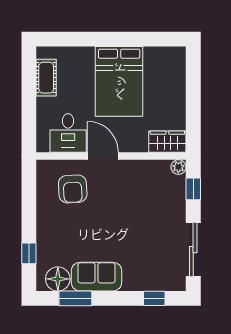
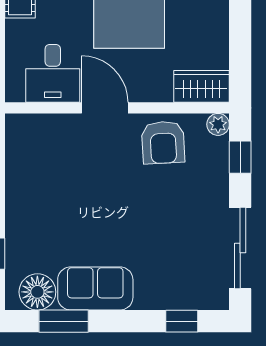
armchair: (73, 189) -> (163, 142), moved

